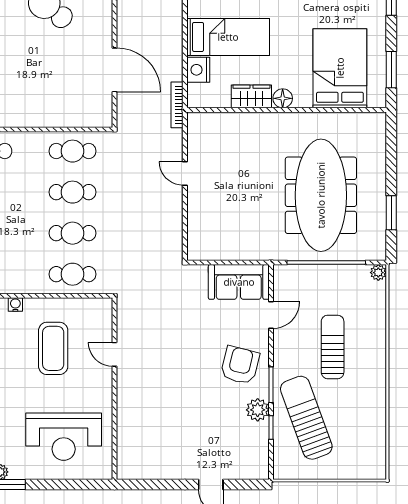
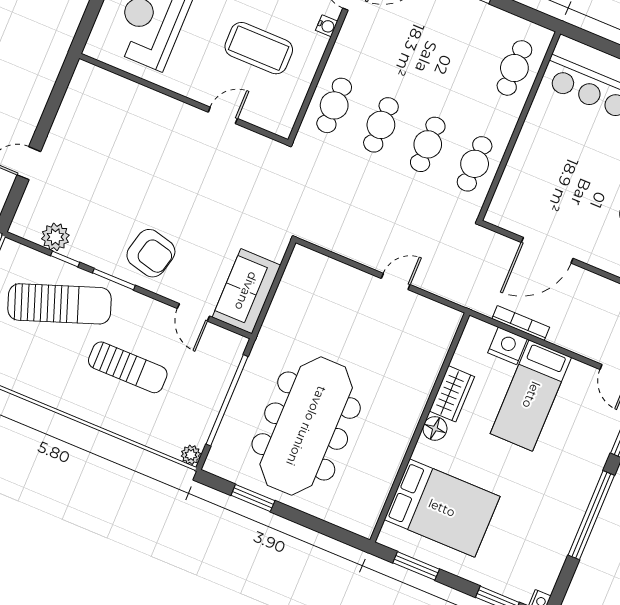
bookcase: (177, 105) -> (521, 323), moved
meeting table: (321, 195) -> (306, 426), turned 90
plant: (258, 410) -> (55, 237), moved

